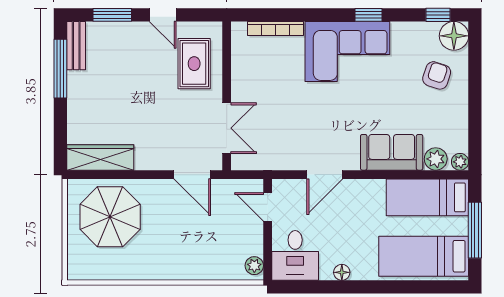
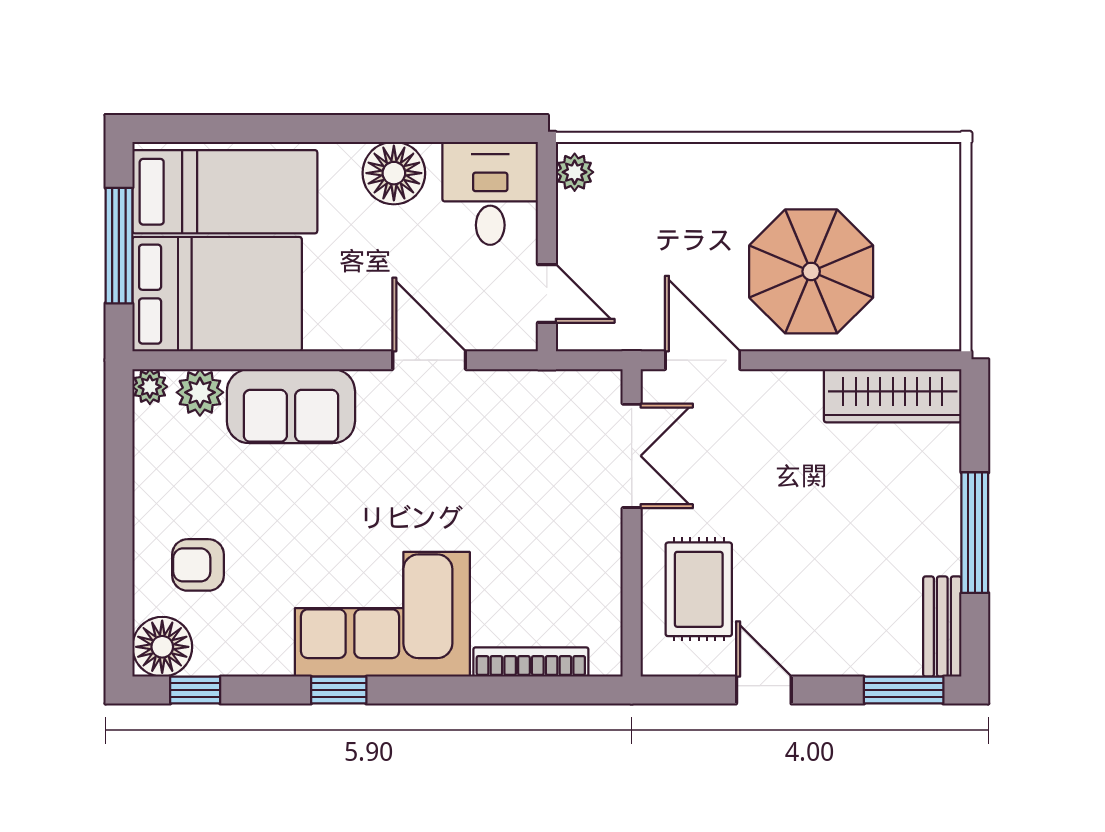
window: (112, 15) -> (904, 690), moved
window: (60, 69) -> (975, 533), moved
armchair: (437, 75) -> (198, 565), turned 72
double door: (227, 128) -> (632, 456), swing flipped
door: (325, 175) -> (429, 360), hinge flipped
bed: (427, 197) -> (217, 294), width x1.50
parasol: (110, 217) -> (811, 271), moved
floor lamp: (342, 272) -> (394, 173), width x1.89, depth x1.89

